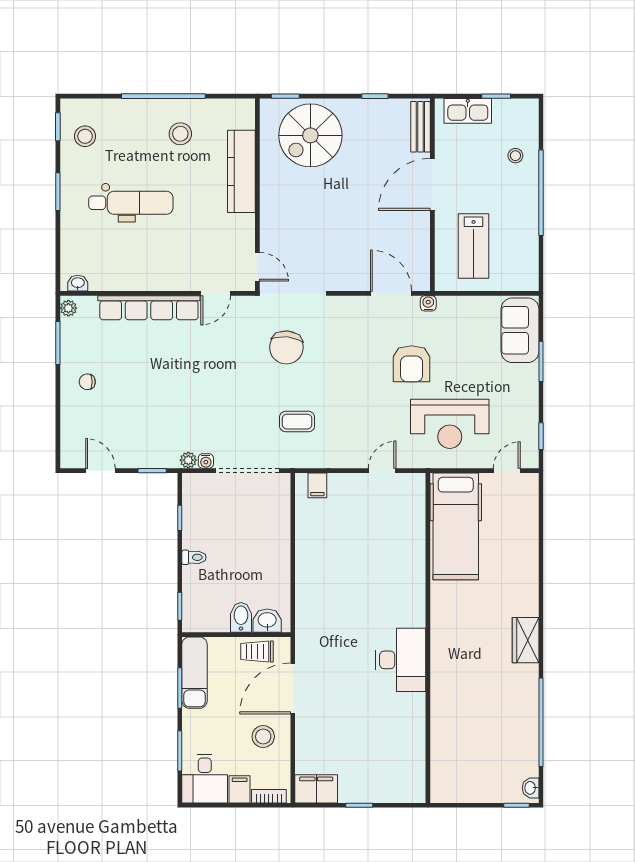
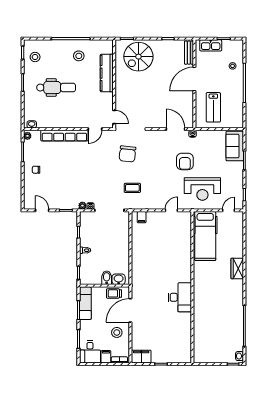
wardrobe: (526, 640) -> (237, 268), moved

